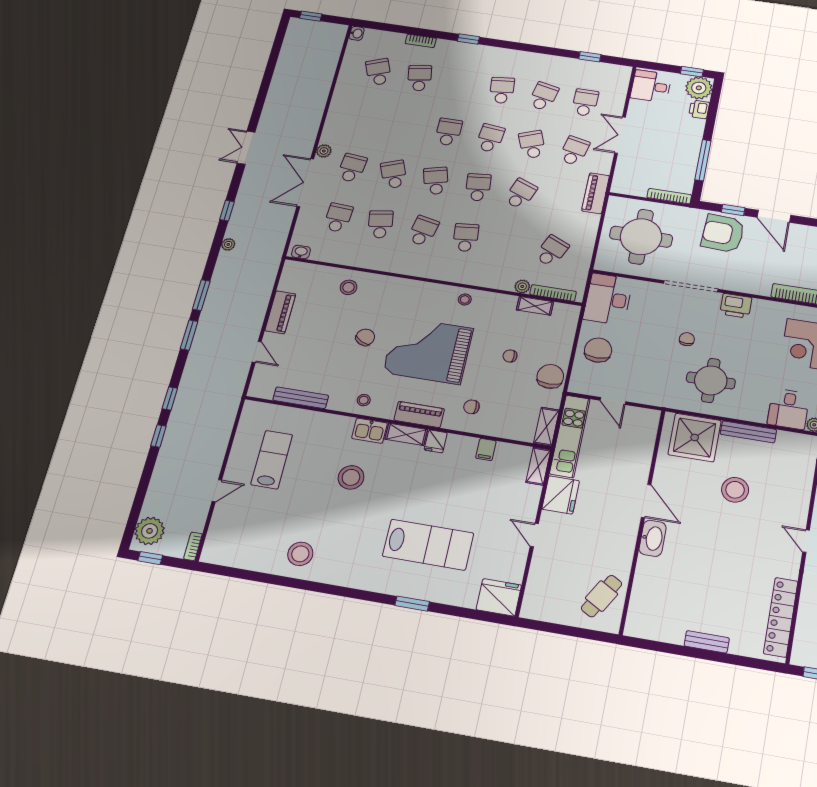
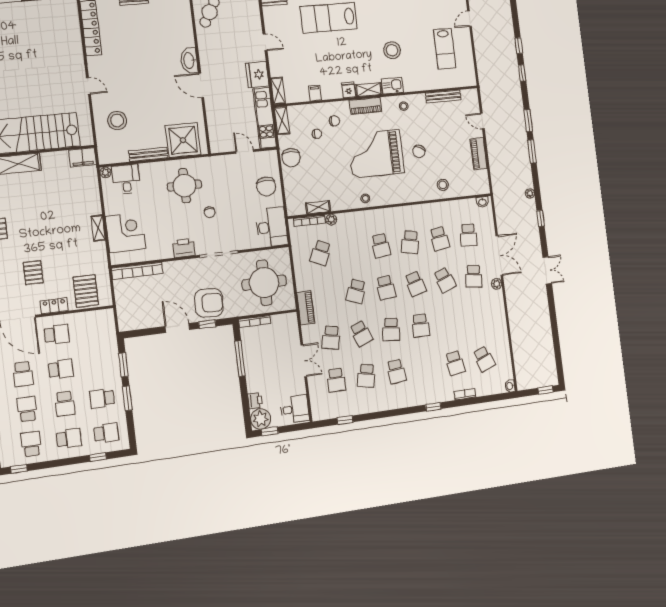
grand piano: (428, 350) -> (376, 154), turned 180
chair: (510, 356) -> (317, 134), moved
stool: (735, 490) -> (117, 121), moved

